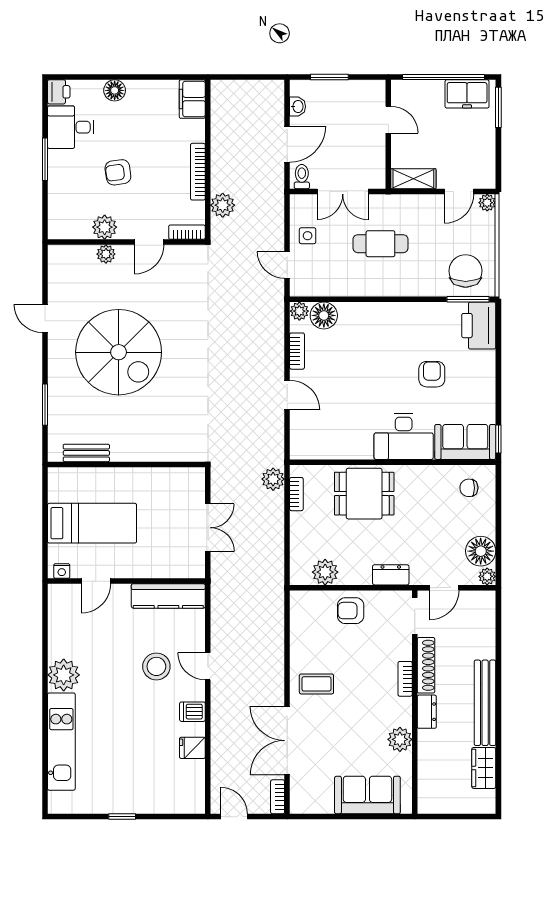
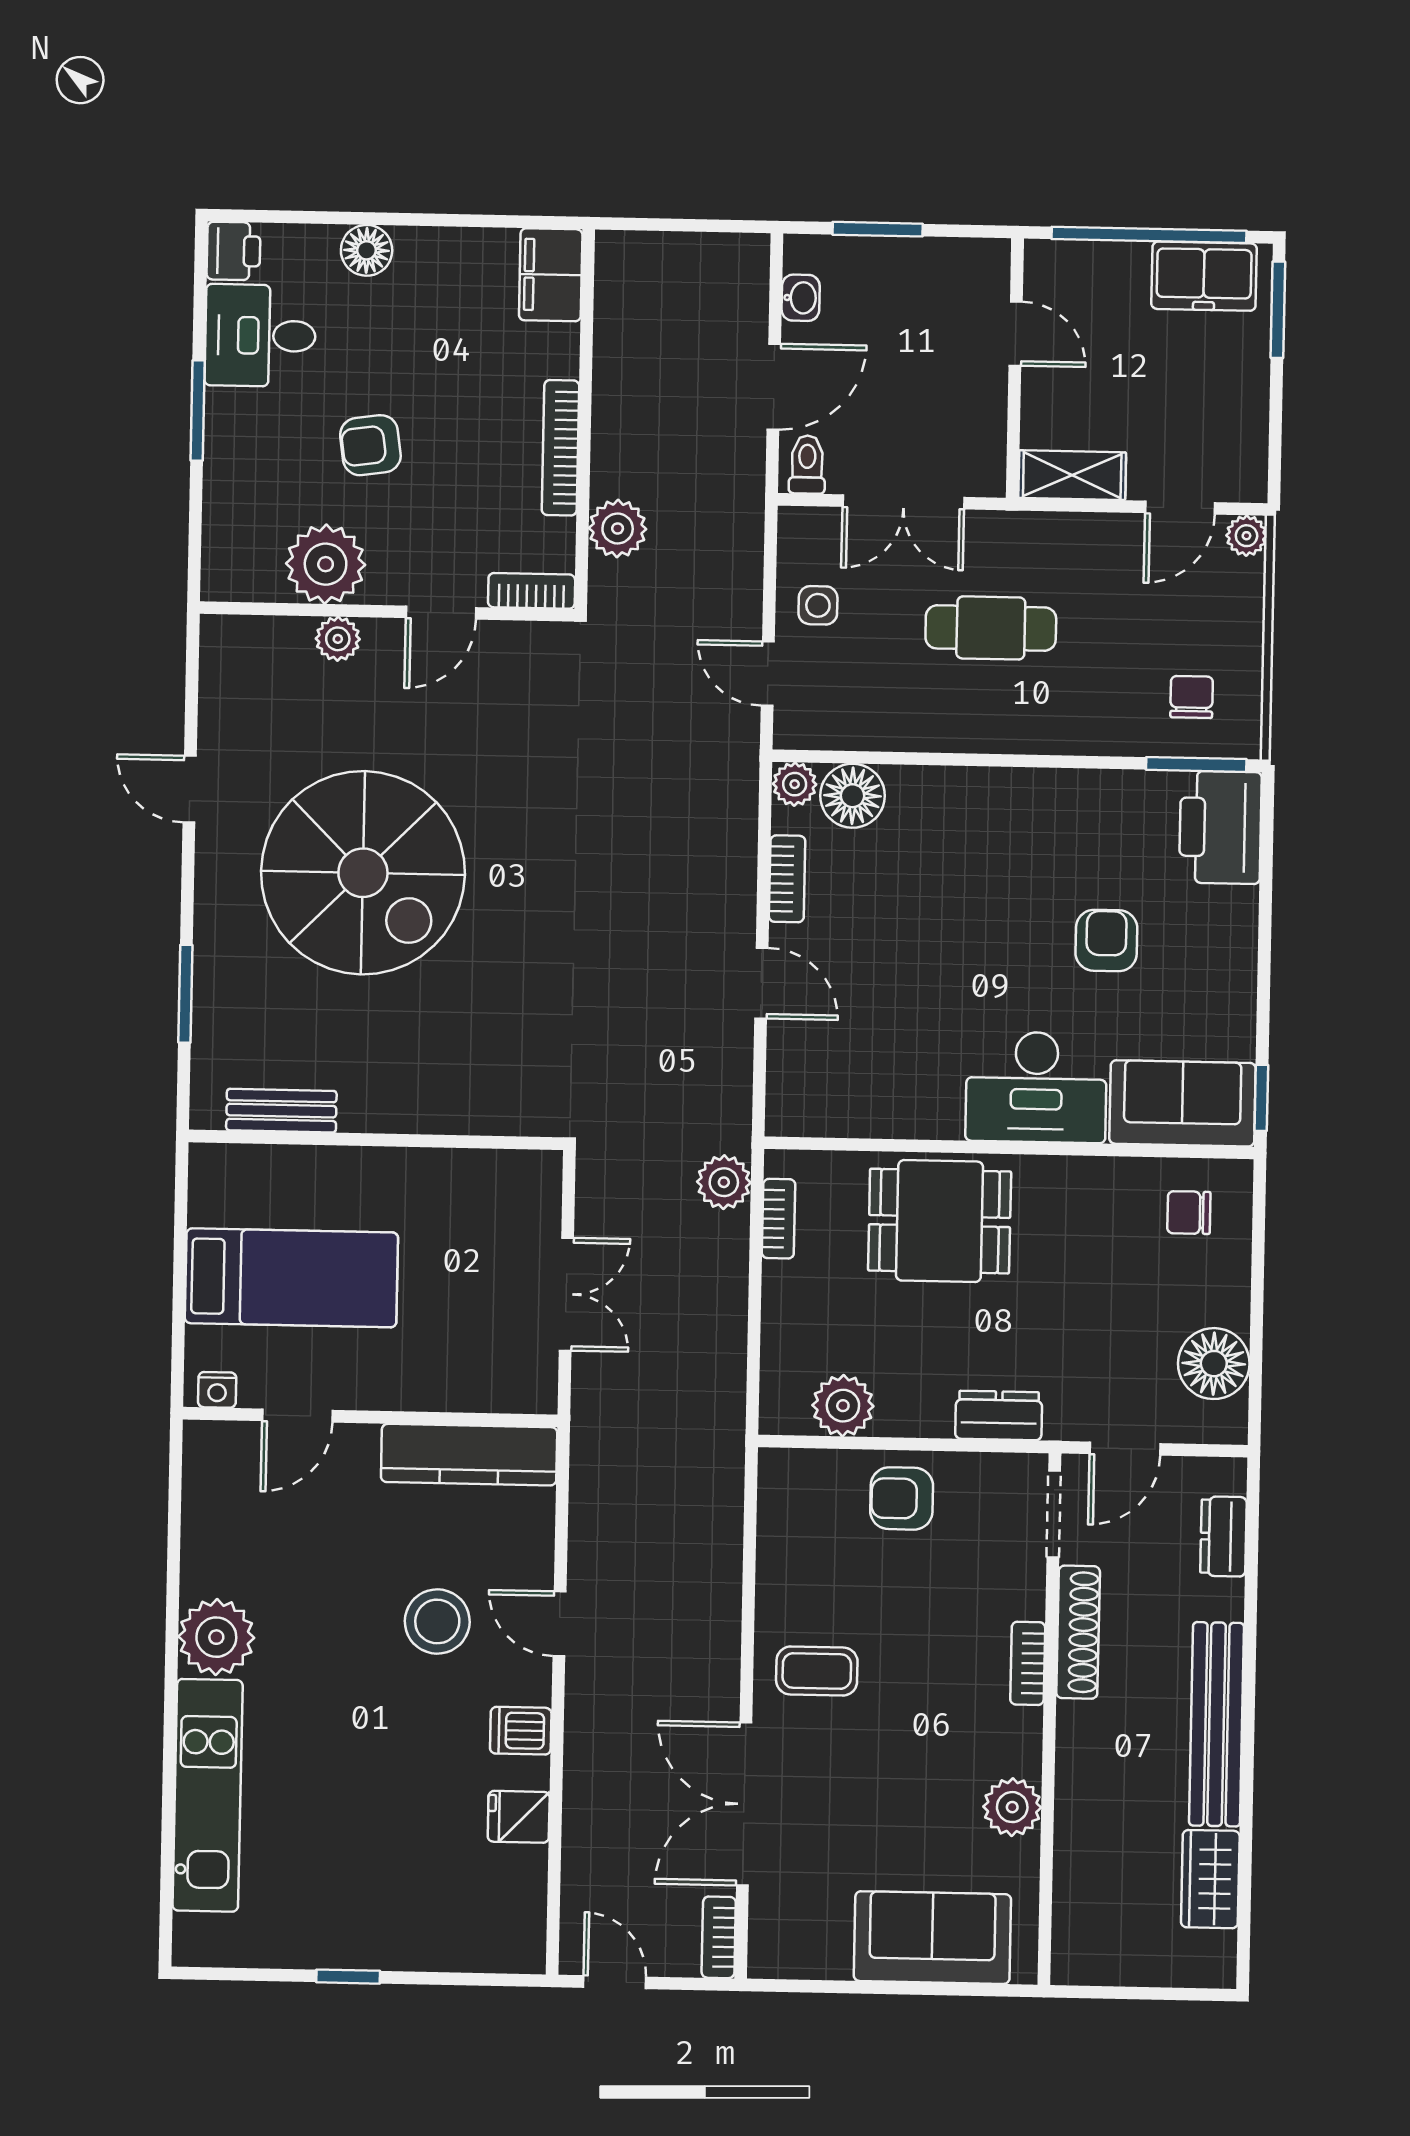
plant: (105, 227) -> (326, 564), width x1.36, depth x1.36
chair: (466, 271) -> (1192, 697), width x0.54, depth x0.54
plant: (487, 576) -> (1228, 1424), removed
dresser: (427, 712) -> (1223, 1536), moved, turned 180

